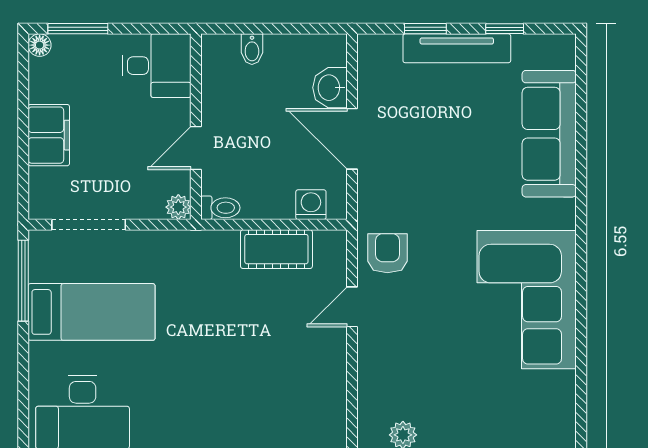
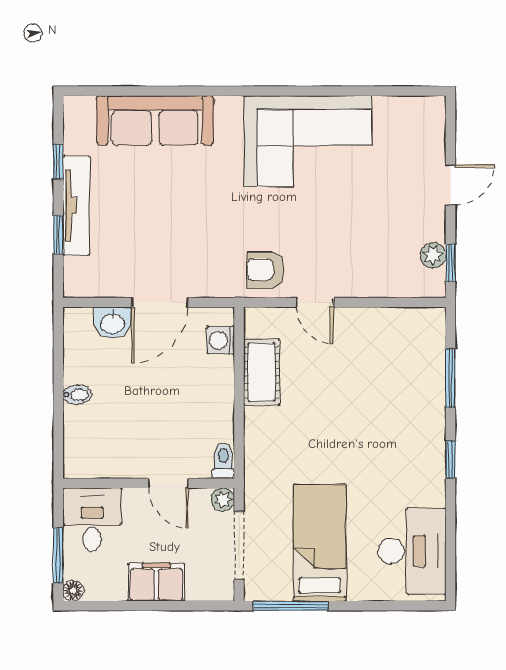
desk: (157, 66) -> (92, 520), moved
wall: (196, 127) -> (149, 483), moved
door: (196, 148) -> (168, 483), moved
plant: (178, 207) -> (223, 499), moved
toilet: (220, 208) -> (223, 461), moved

